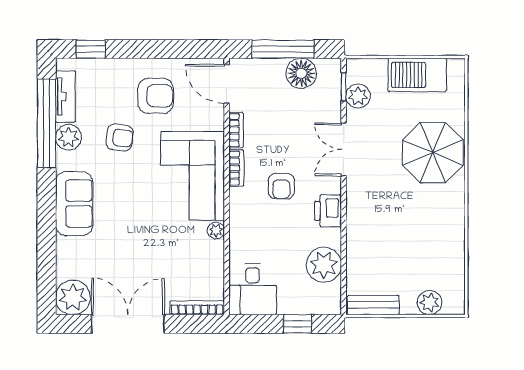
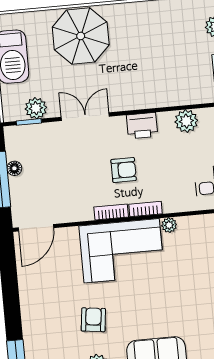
floor lamp: (301, 73) -> (14, 168), width x0.53, depth x0.53
armchair: (156, 96) -> (53, 291), removed
bookcase: (236, 130) -> (145, 209), moved
double door: (344, 149) -> (85, 117), swing flipped
plant: (324, 265) -> (186, 121), width x0.73, depth x0.73

